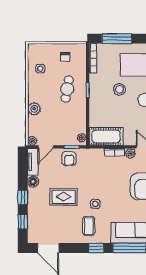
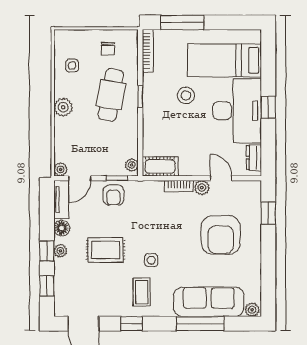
cafe table: (67, 89) -> (111, 95), width x1.37, depth x1.35
plant: (34, 109) -> (63, 107), moved
cot: (106, 136) -> (160, 166), width x0.73, depth x0.75
plant: (32, 197) -> (60, 251), added
window: (96, 248) -> (132, 324), moved

